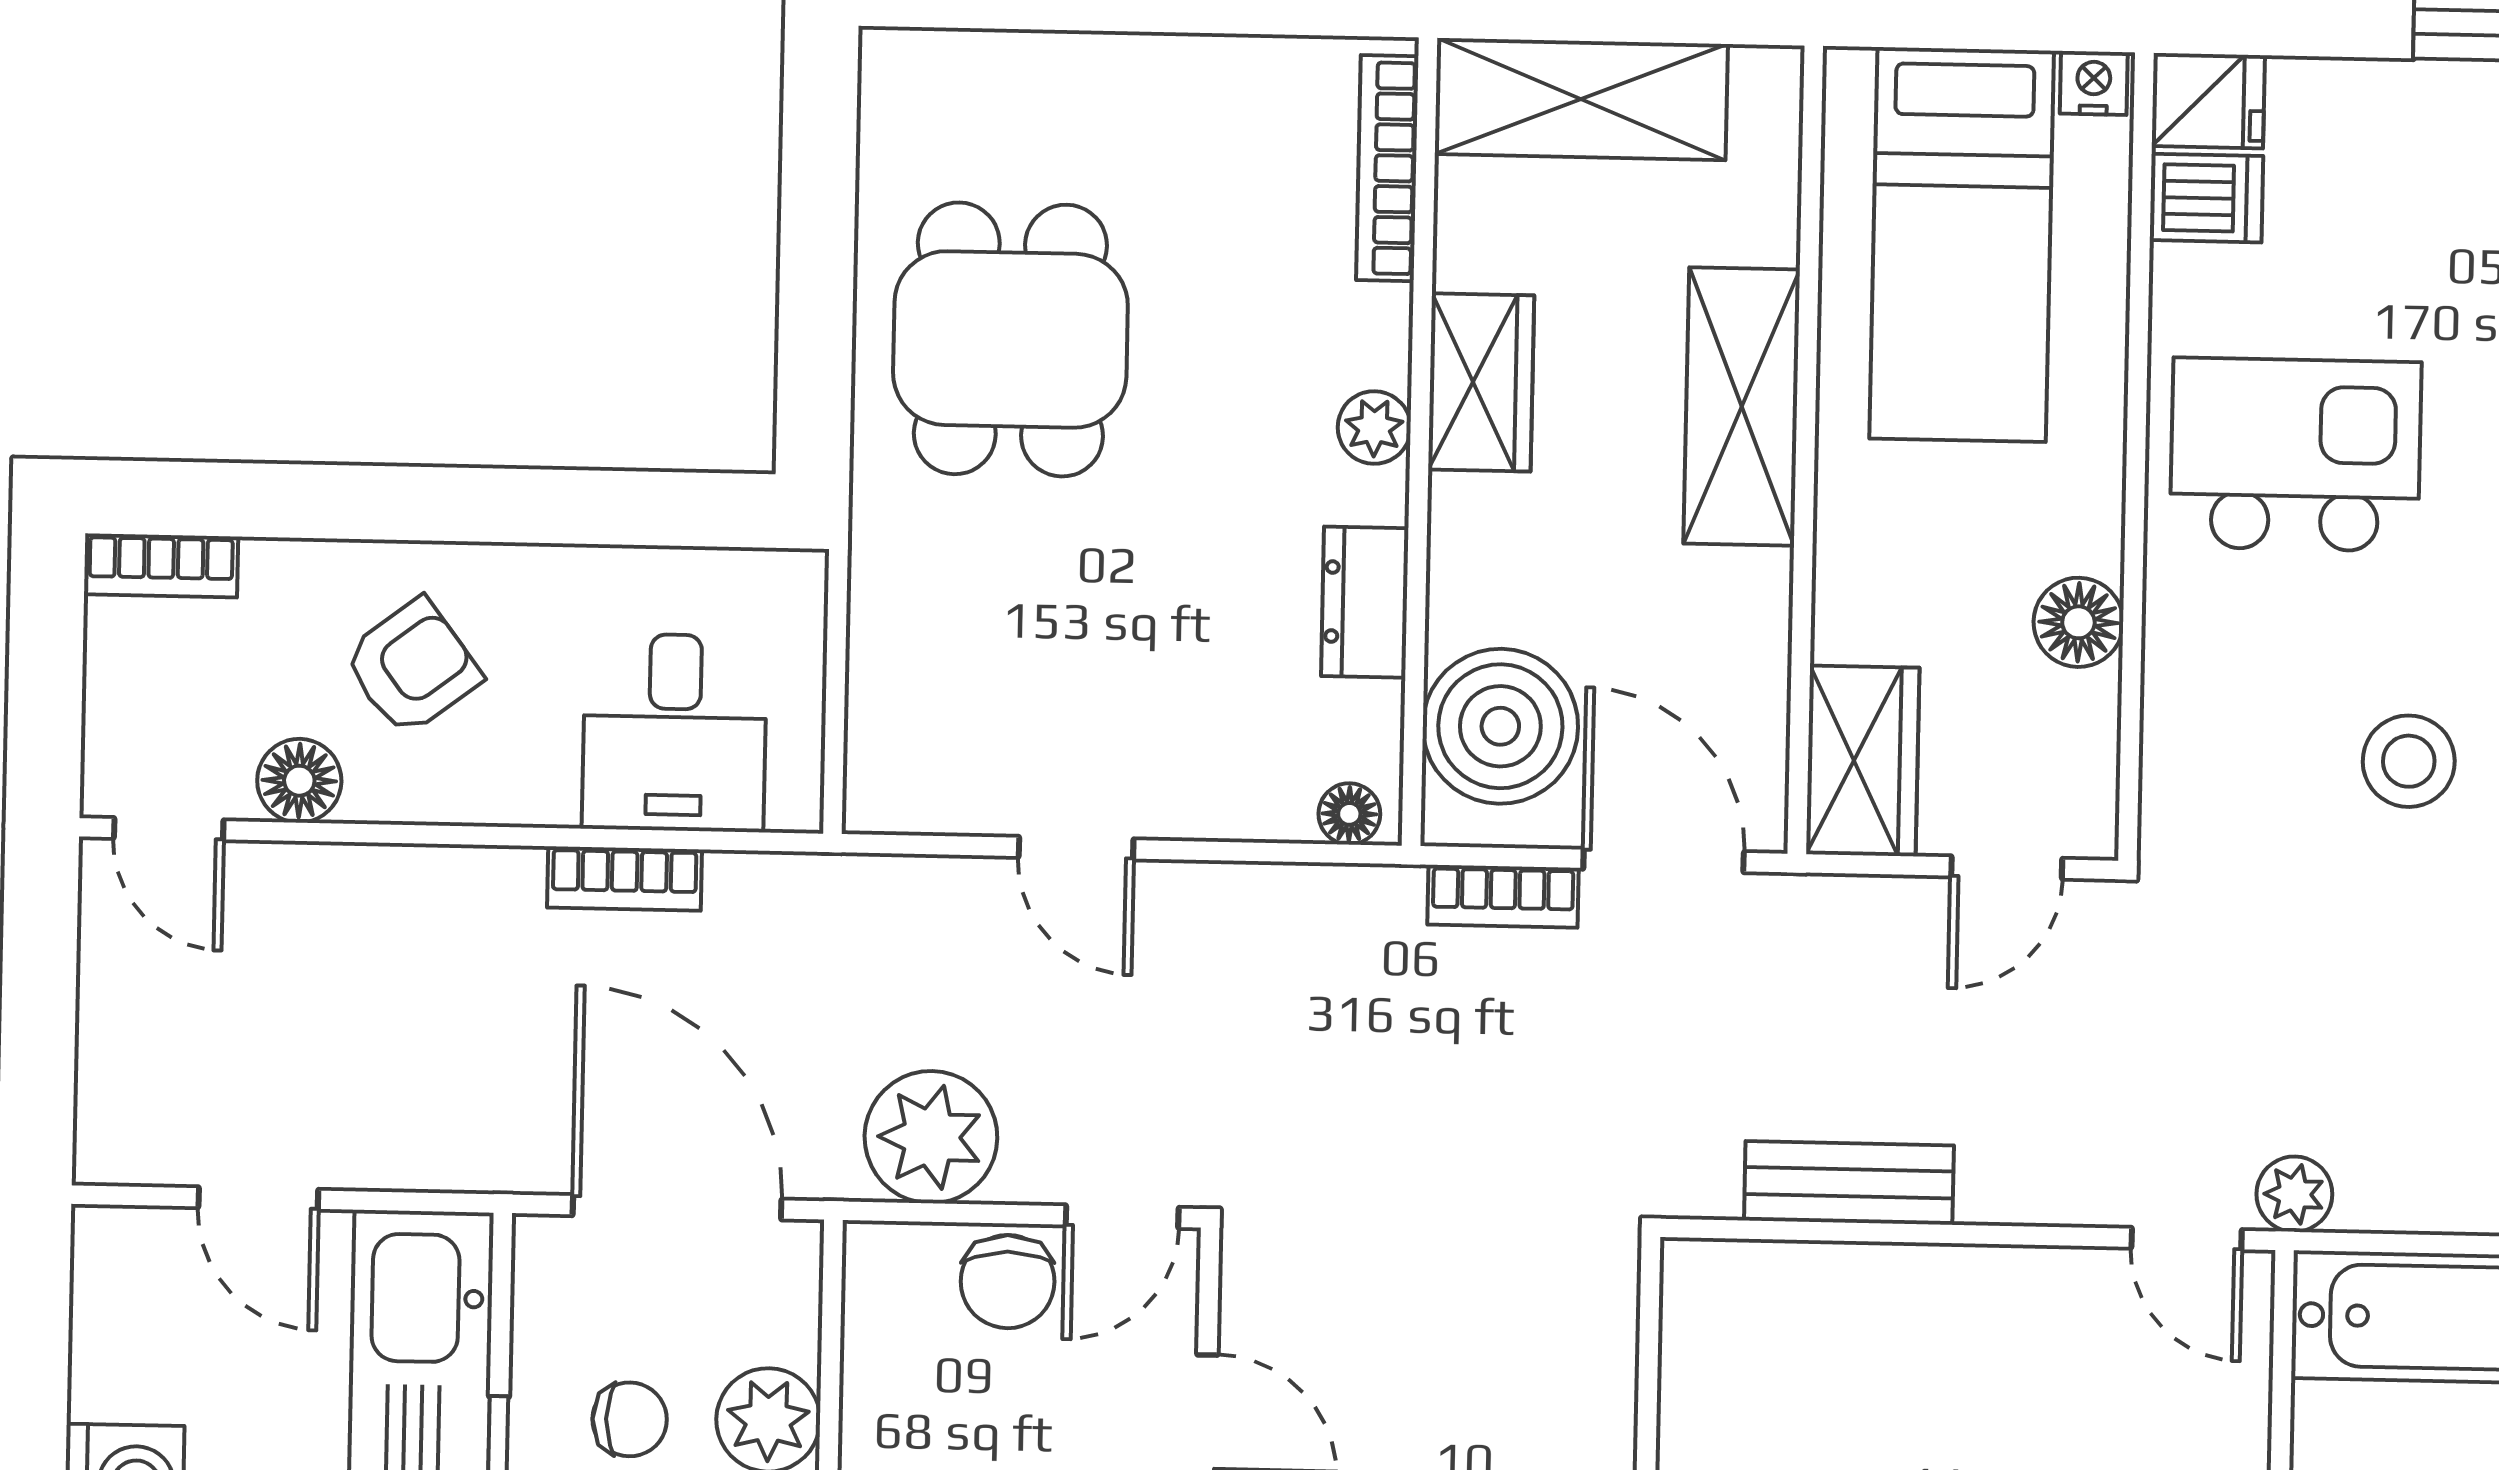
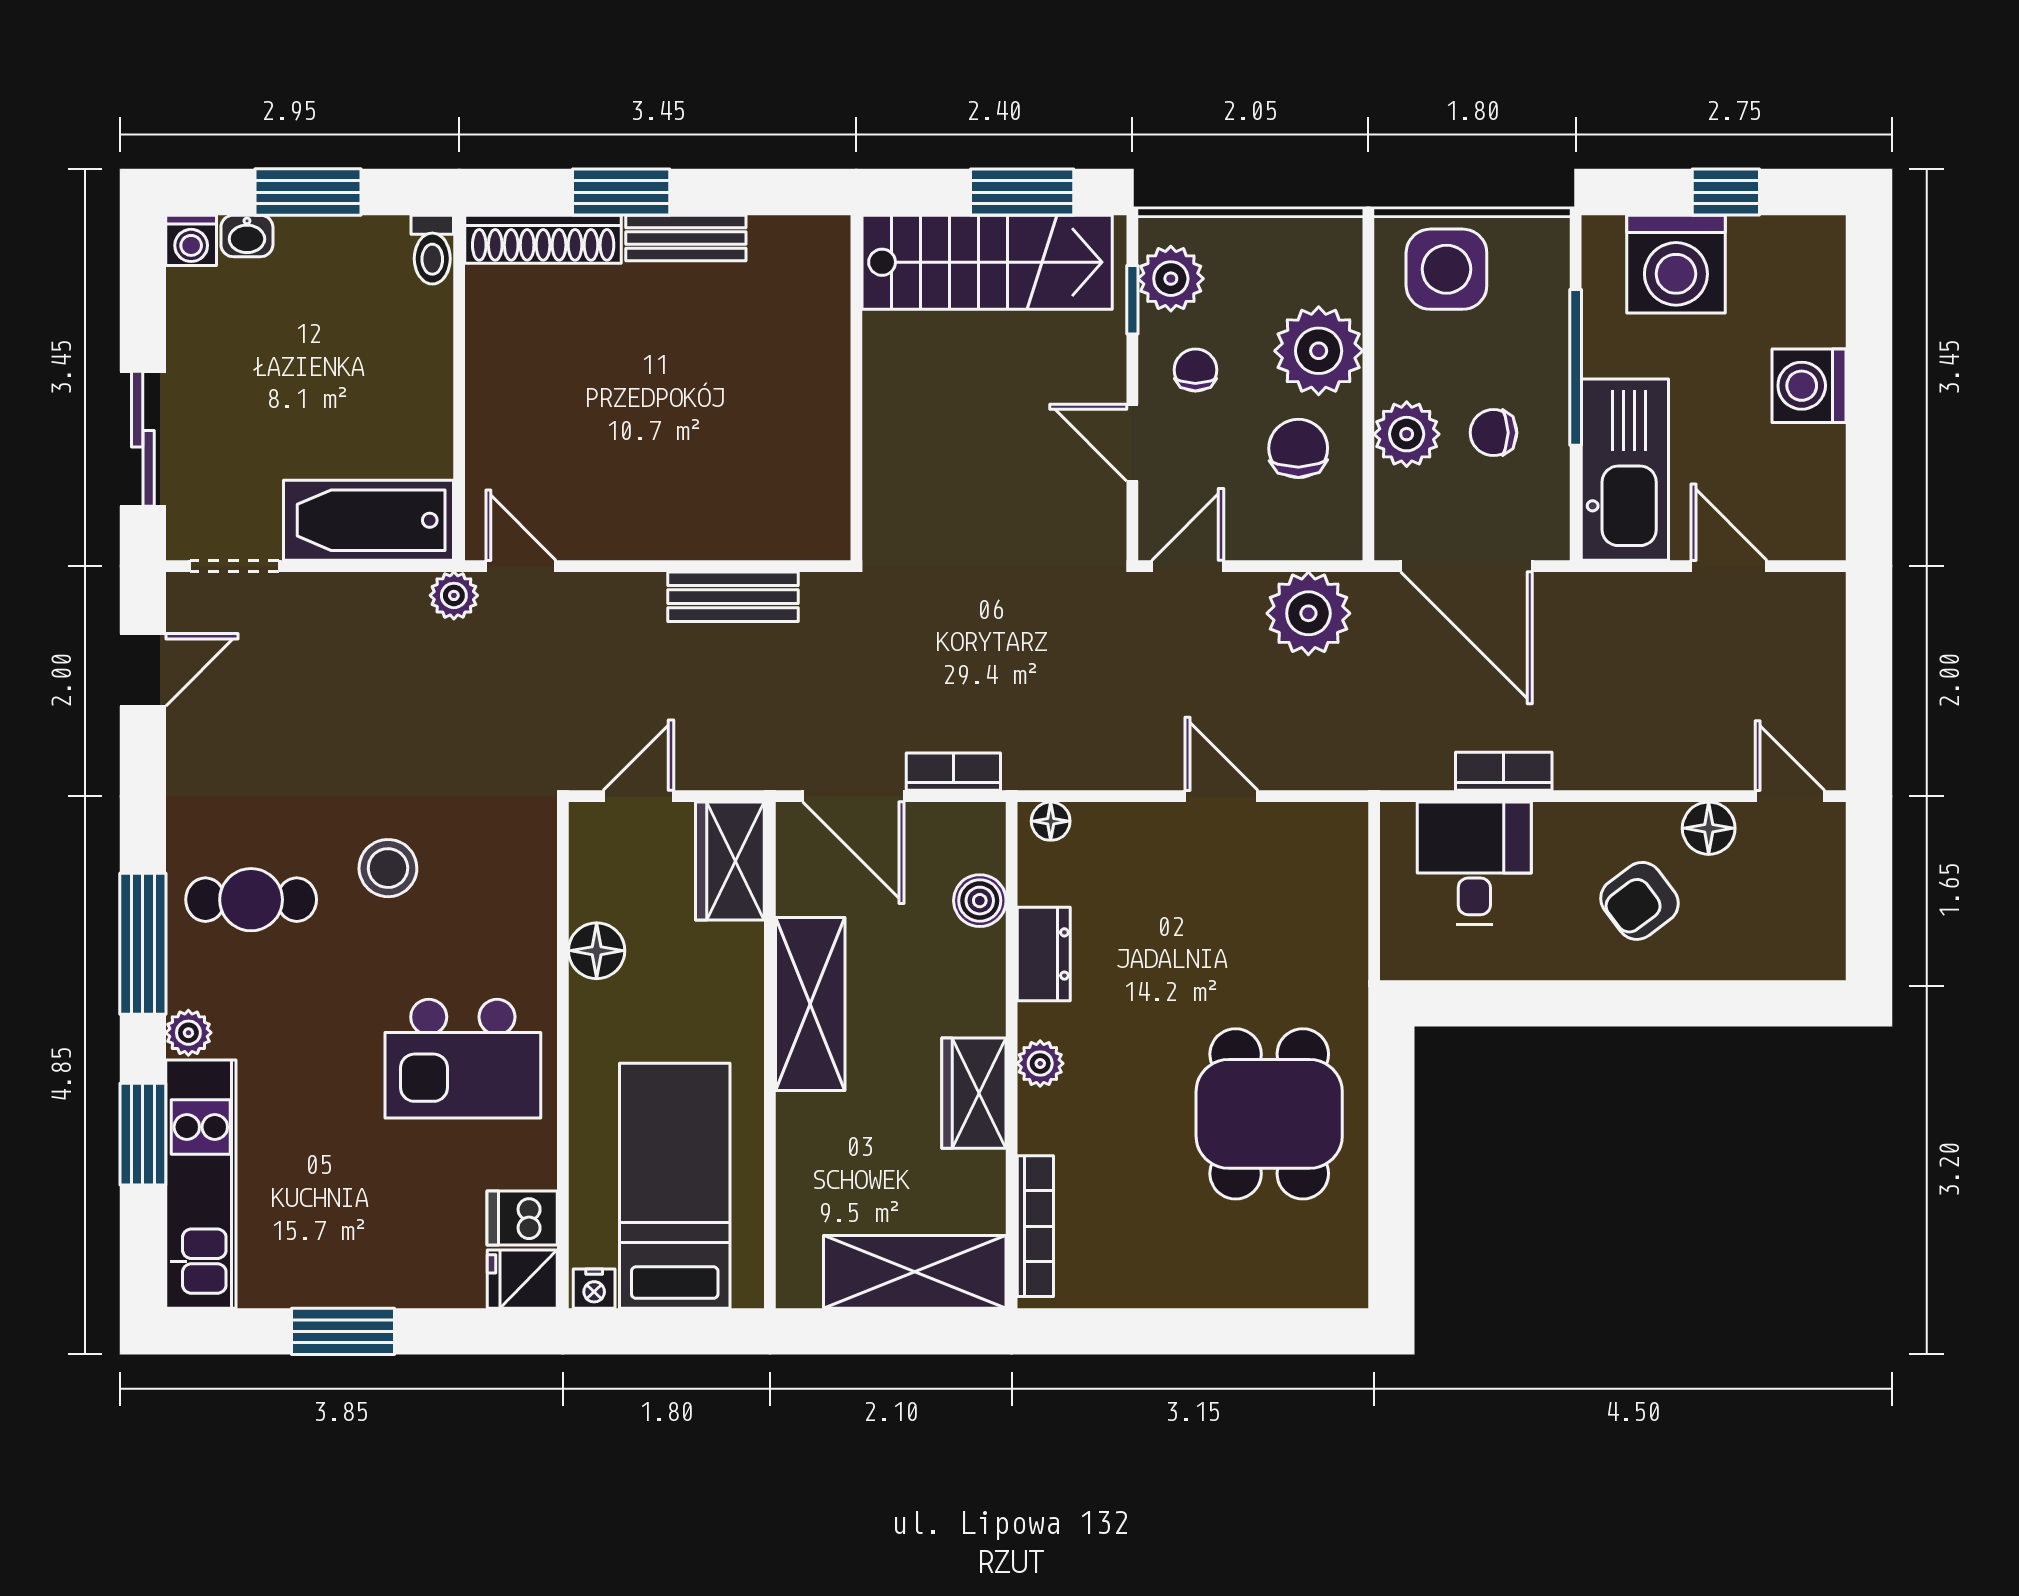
shelving: (1742, 407) -> (810, 1004), moved
bookcase: (161, 565) -> (1798, 961), removed
boiler: (1500, 726) -> (980, 901), width x0.54, depth x0.54
chair: (1008, 1282) -> (1298, 448), moved

